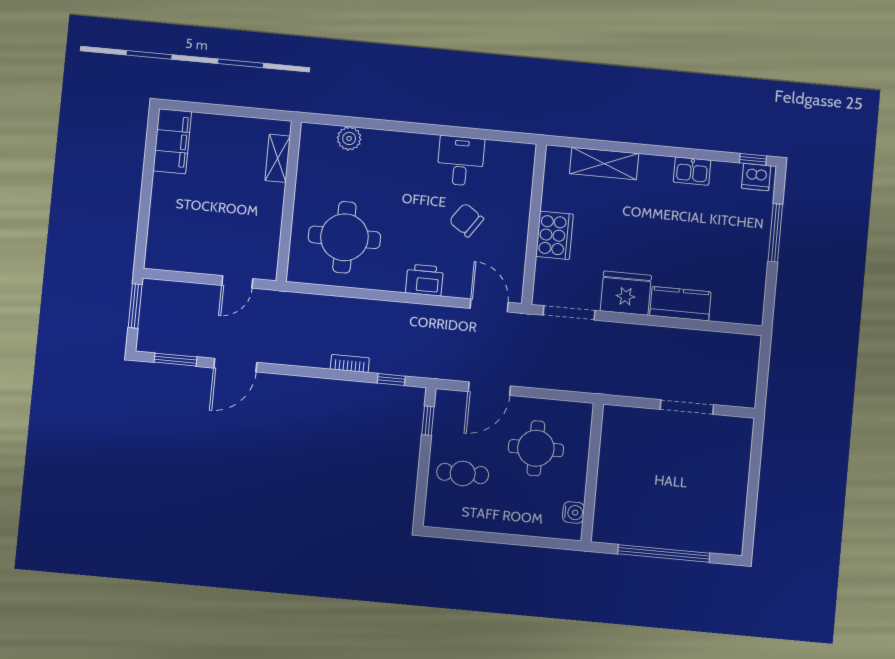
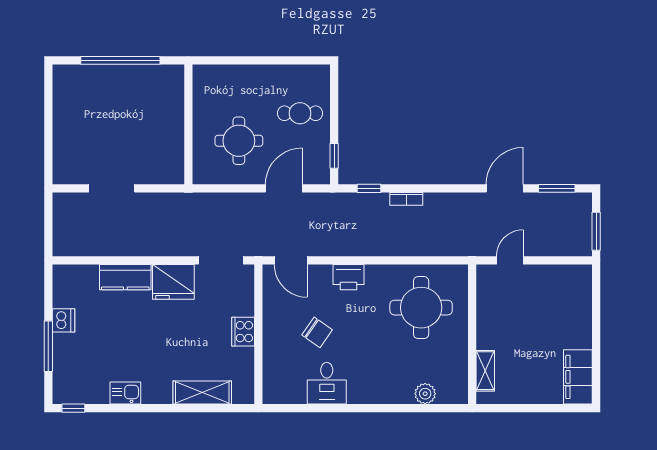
dishwasher: (756, 177) -> (63, 320), moved, turned 90
cooker: (554, 235) -> (243, 332), width x0.73, depth x0.76
water cooler: (573, 512) -> (201, 88), removed

